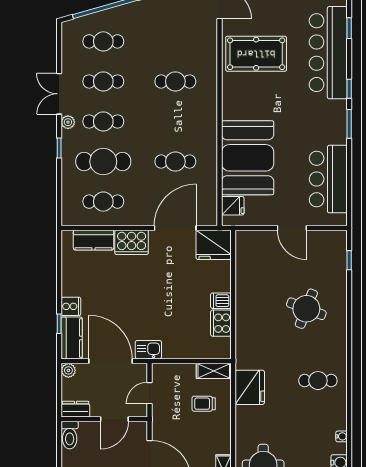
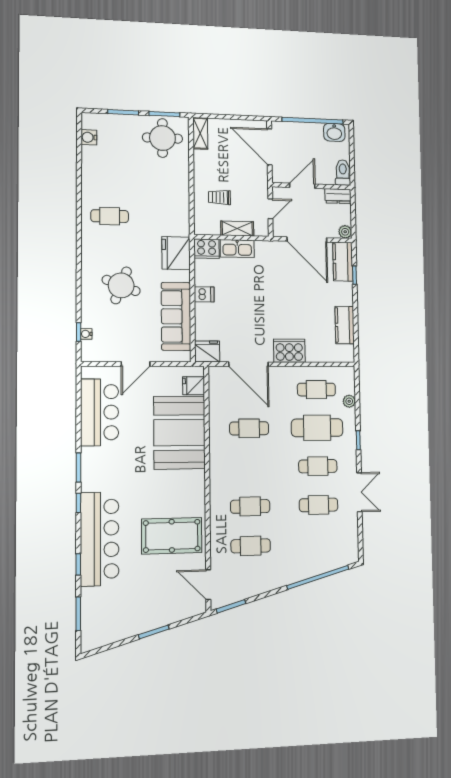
cafe table: (103, 41) -> (251, 546), moved
plant: (68, 122) -> (349, 401), moved
door: (175, 228) -> (249, 364), hinge flipped
door: (292, 228) -> (136, 364), swing flipped
kitchen counter: (94, 240) -> (345, 325), moved, turned -90
fridge: (214, 245) -> (207, 351), width x0.73, depth x0.75
sofa: (250, 277) -> (176, 316), added
cooker: (71, 306) -> (344, 291), removed
cooker: (221, 323) -> (207, 249), moved, turned 90
kitchen sink: (148, 350) -> (237, 249), moved, width x1.38
shelving: (214, 371) -> (237, 229), moved
fridge: (250, 387) -> (176, 253), moved
trolley: (204, 404) -> (219, 197), turned 180
water cooler: (342, 436) -> (86, 334), moved

